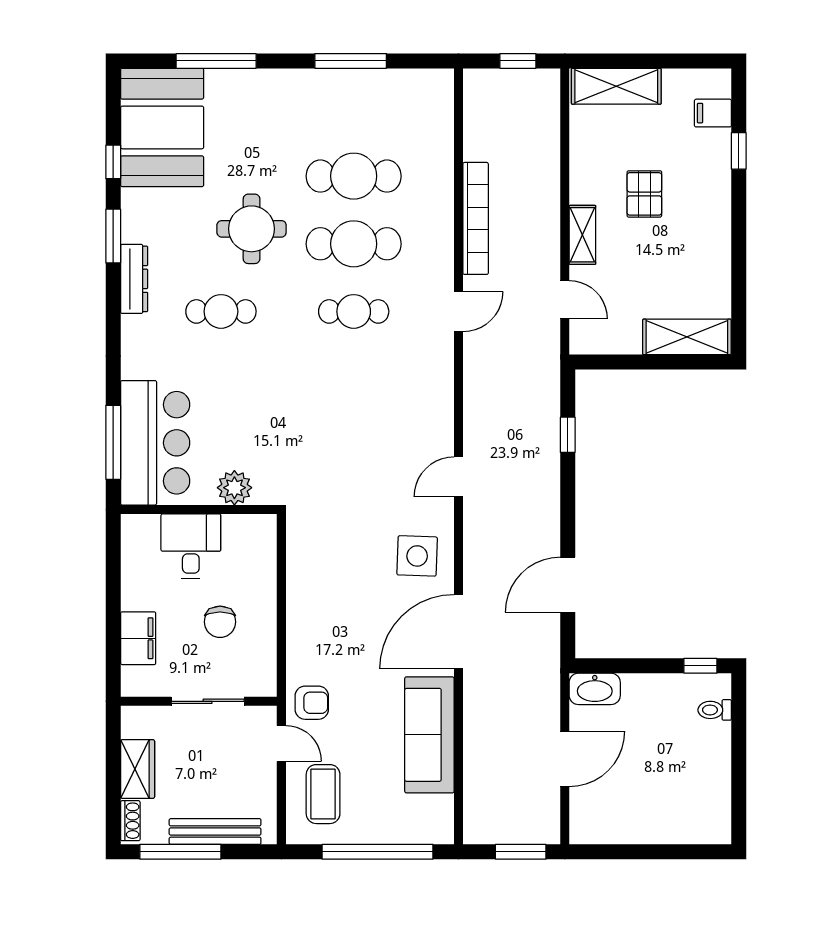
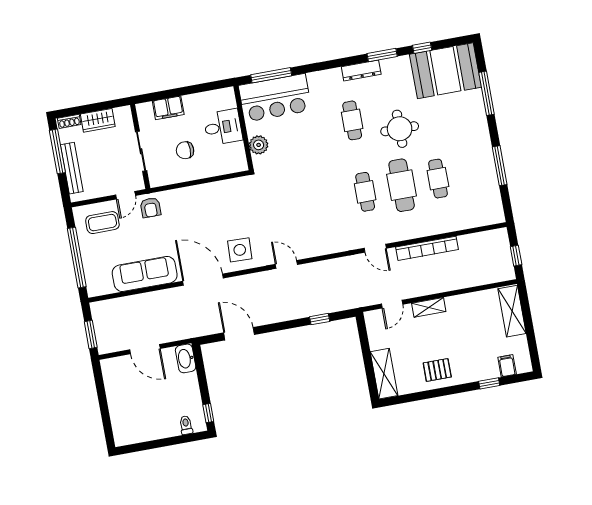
cafe table: (354, 176) -> (438, 179), width x0.73, depth x0.74
pallet: (644, 194) -> (437, 370), moved

